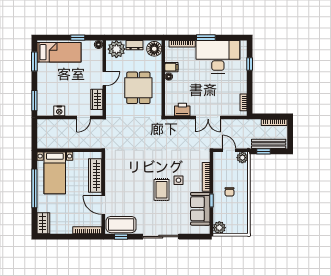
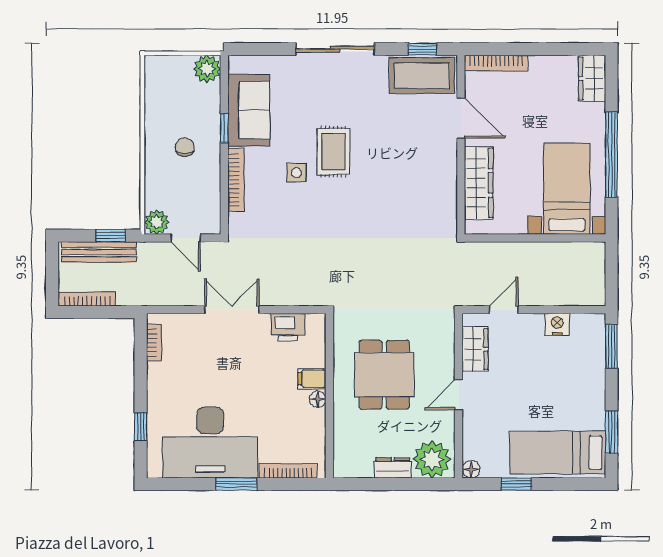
floor lamp: (154, 49) -> (349, 460), removed
filing cabinet: (171, 67) -> (312, 379), moved

